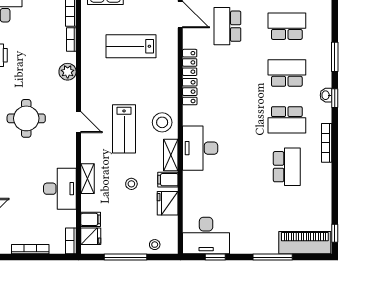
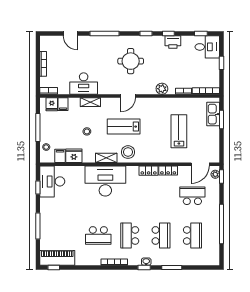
desk: (200, 148) -> (105, 181), width x1.36, depth x1.30
filing cabinet: (168, 180) -> (60, 156), moved
piano: (305, 243) -> (57, 258), moved, turned -90

